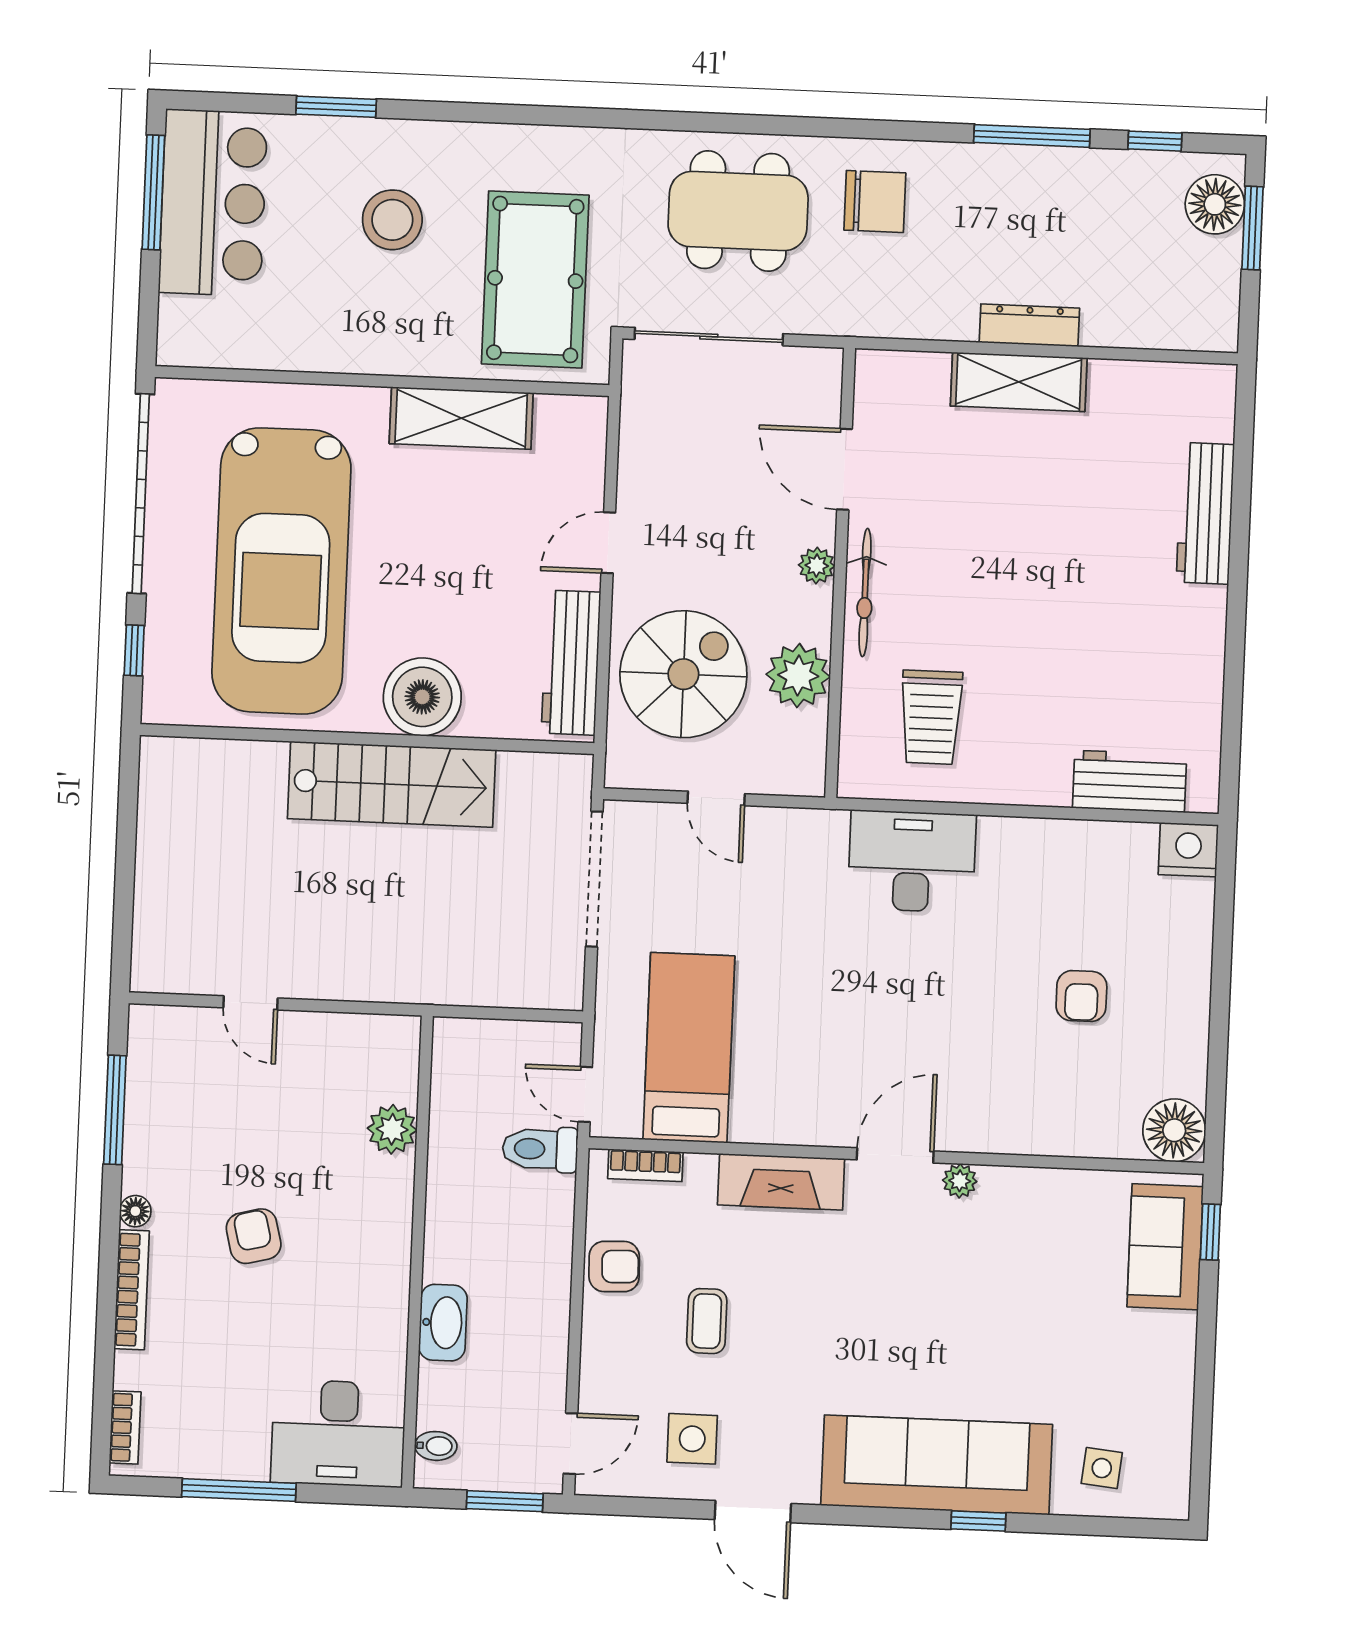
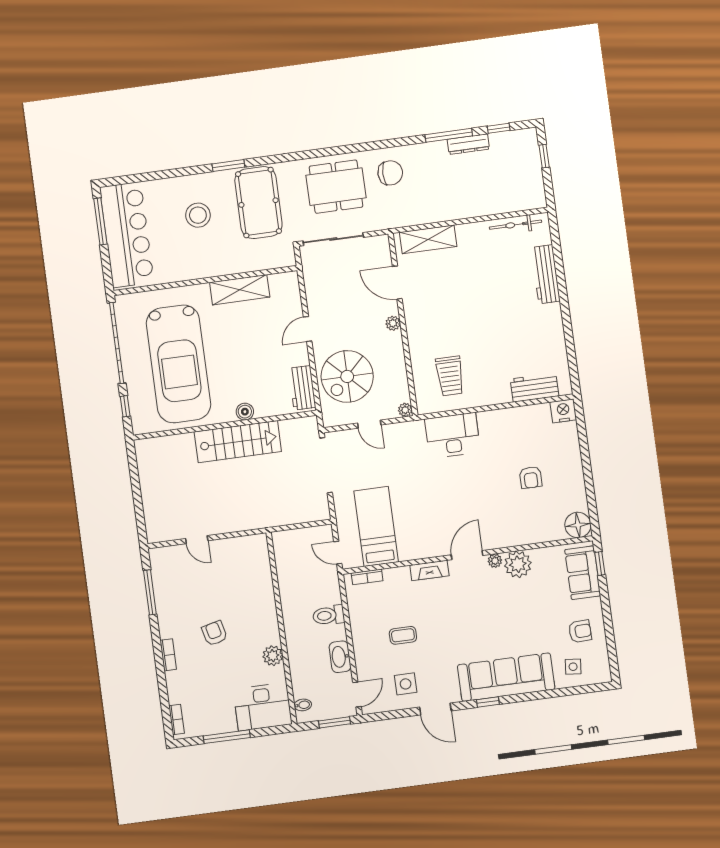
window: (336, 107) -> (228, 166), moved
bar counter: (213, 203) -> (127, 235), width x1.36
floor lamp: (1215, 204) -> (527, 149), removed
window: (1252, 228) -> (544, 156), width x0.67
pool table: (535, 279) -> (258, 203), moved
dresser: (1029, 325) -> (468, 144), moved, turned 180
shelving: (1019, 382) -> (428, 239), moved
bicycle: (865, 593) -> (515, 225), moved, turned 90
workbench: (571, 663) -> (302, 388), width x0.73
spiral stairs: (683, 674) -> (347, 376), turned 180
plant: (798, 676) -> (405, 410), moved, width x0.53, depth x0.53
boiler: (422, 697) -> (245, 412), width x0.54, depth x0.54
plant: (392, 1129) -> (273, 656), moved
toilet: (540, 1149) -> (329, 615), moved
fireplace: (781, 1182) -> (429, 570), width x0.73, depth x0.76
plant: (1013, 1199) -> (518, 564), added
floor lamp: (135, 1211) -> (165, 632), removed
armchair: (614, 1266) -> (580, 631), moved
bookcase: (132, 1290) -> (168, 655), width x0.64
coffee table: (707, 1321) -> (403, 635), turned 90
washbasin: (443, 1323) -> (340, 657), moved, turned 180
window: (978, 1521) -> (488, 702), moved

